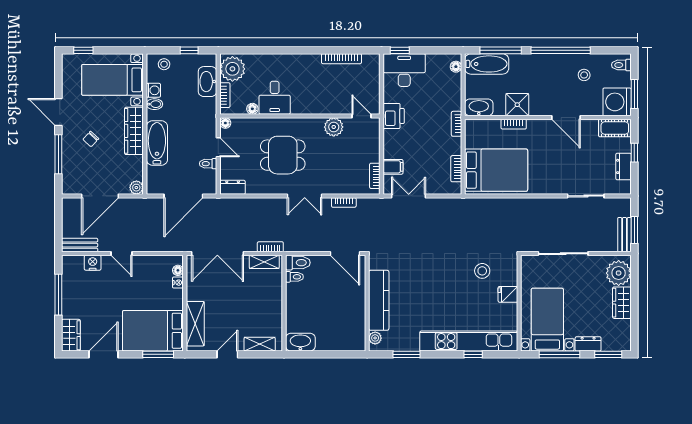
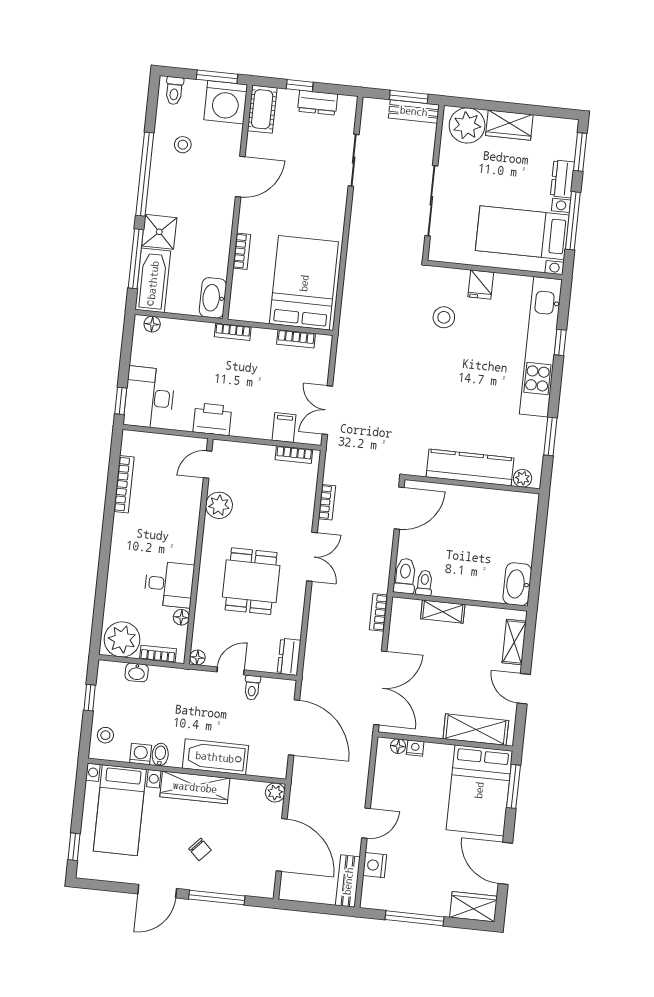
washbasin: (208, 82) -> (137, 672), width x0.52, depth x0.69
shower: (517, 105) -> (159, 232), moved
shelving: (264, 262) -> (443, 612), moved, turned 90

